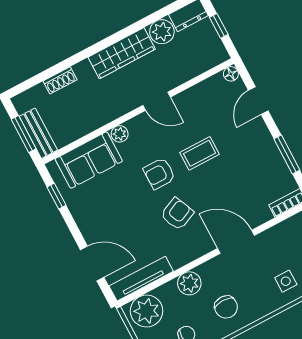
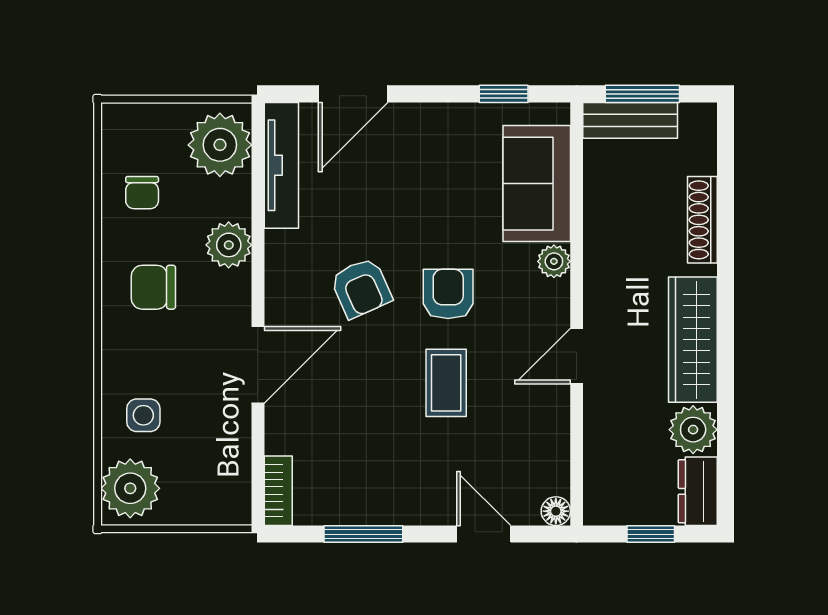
shoe rack: (60, 80) -> (702, 220), width x1.43

